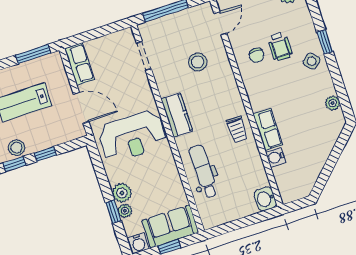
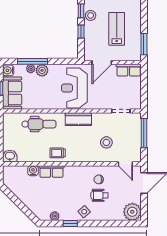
window: (325, 42) -> (70, 224), moved
window: (113, 212) -> (32, 61), width x2.17

